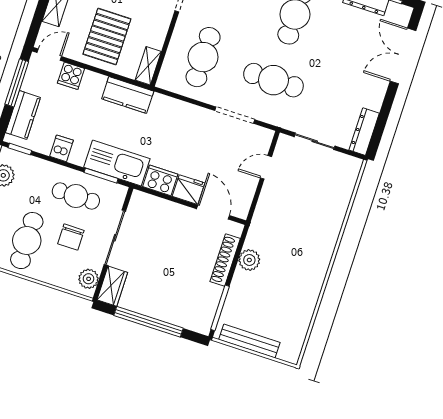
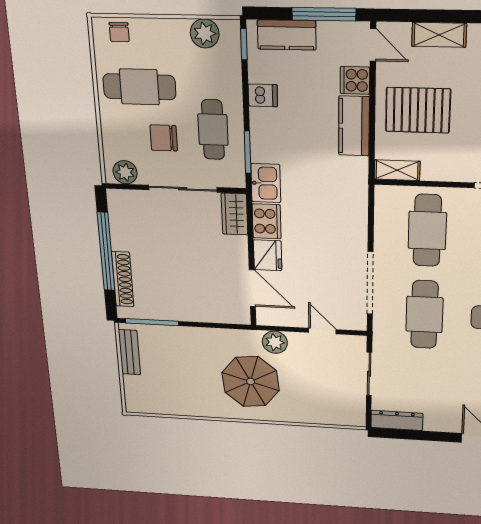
cafe table: (203, 57) -> (427, 230), turned 90
kitchen counter: (128, 95) -> (354, 126), moved
doorway: (235, 115) -> (370, 283), width x1.36
kitchen sink: (117, 163) -> (266, 183), width x0.53, depth x0.81
door: (213, 212) -> (252, 288), hinge flipped
parasol: (296, 244) -> (251, 381), added
shoe rack: (225, 260) -> (123, 279), moved, turned 90
plant: (249, 260) -> (275, 342), moved
wardrobe: (112, 286) -> (234, 214), moved, turned 90
bench: (249, 341) -> (129, 352), width x0.73

